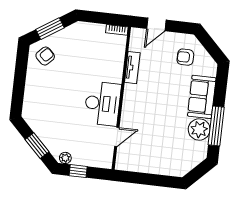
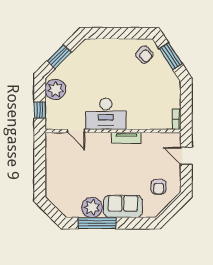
armchair: (185, 57) -> (159, 187), turned 180
tv unit: (132, 68) -> (126, 138), moved
plant: (65, 158) -> (55, 89), width x1.87, depth x1.87
window: (78, 171) -> (40, 110), moved

